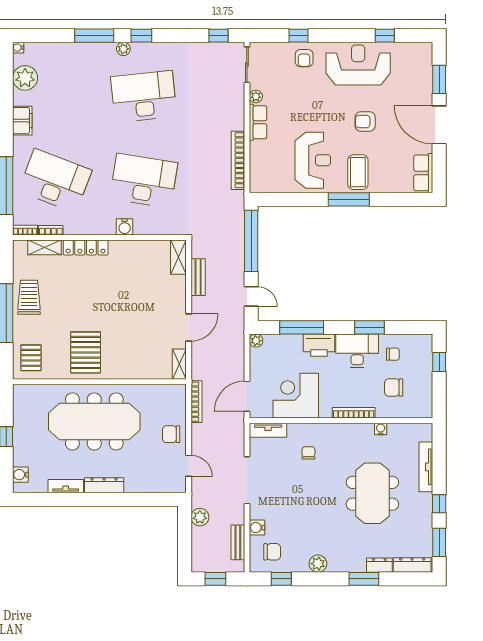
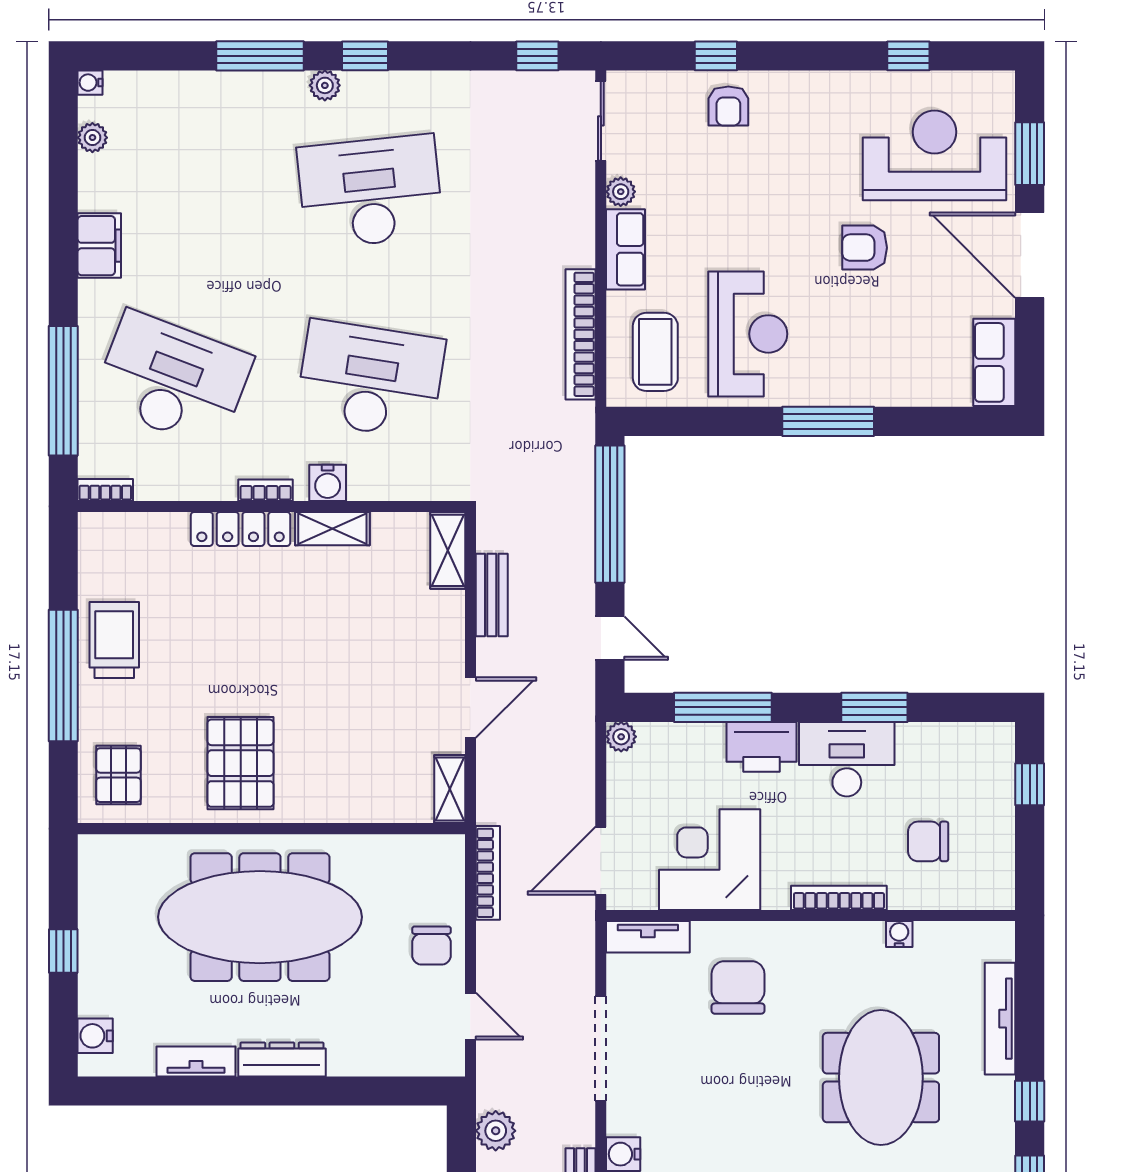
reception desk: (358, 65) -> (934, 155), moved
plant: (25, 78) -> (92, 138), width x0.53, depth x0.53
coffee table: (358, 172) -> (655, 352), moved
bookcase: (51, 230) -> (266, 490), moved
shelving: (44, 247) -> (332, 529), moved
chair: (393, 354) -> (927, 767), removed
chair: (171, 434) -> (432, 946), turned -90
chair: (308, 453) -> (738, 987), width x1.87, depth x1.87

